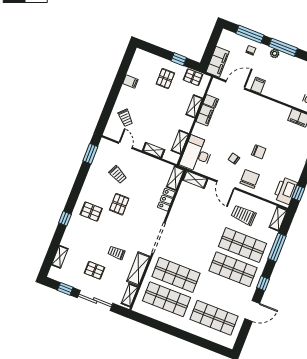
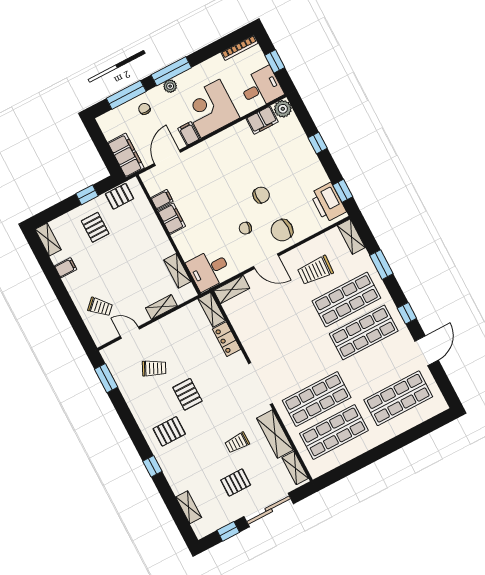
corner desk: (281, 85) -> (210, 109), added
shelving: (194, 106) -> (48, 240), moved
desk: (197, 154) -> (209, 270), width x0.73
chair: (250, 179) -> (282, 230), turned -90
window: (277, 247) -> (381, 265), width x0.69

